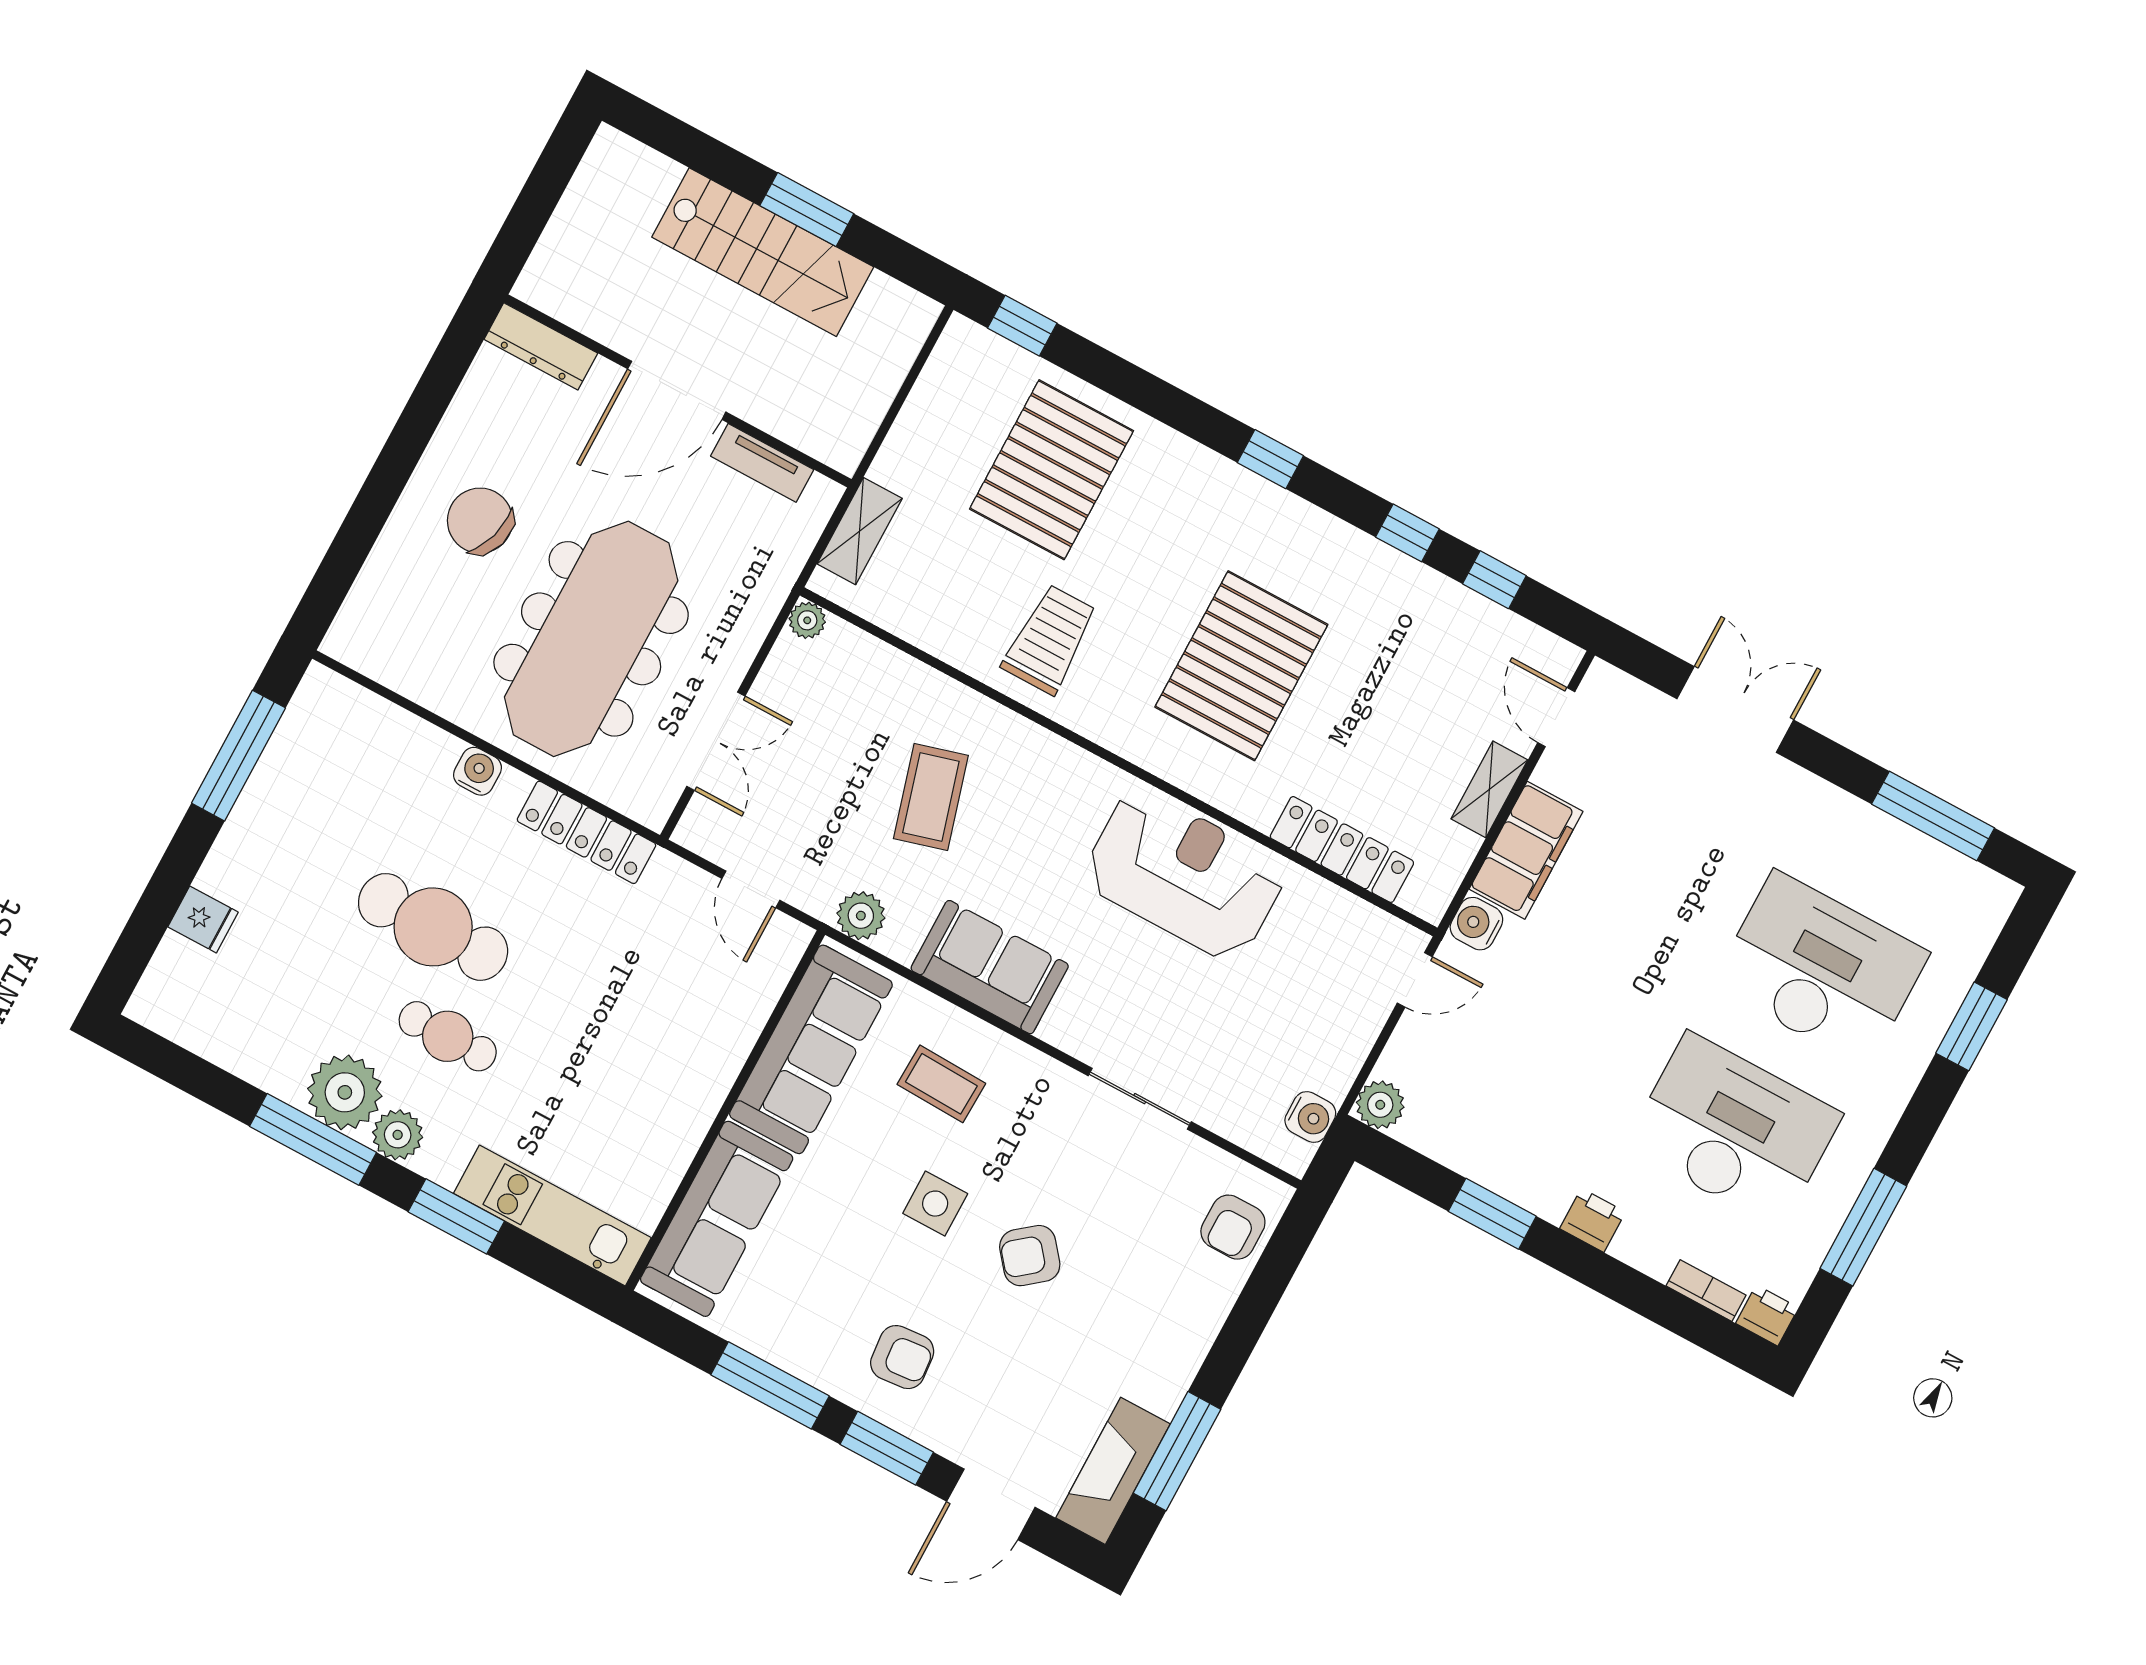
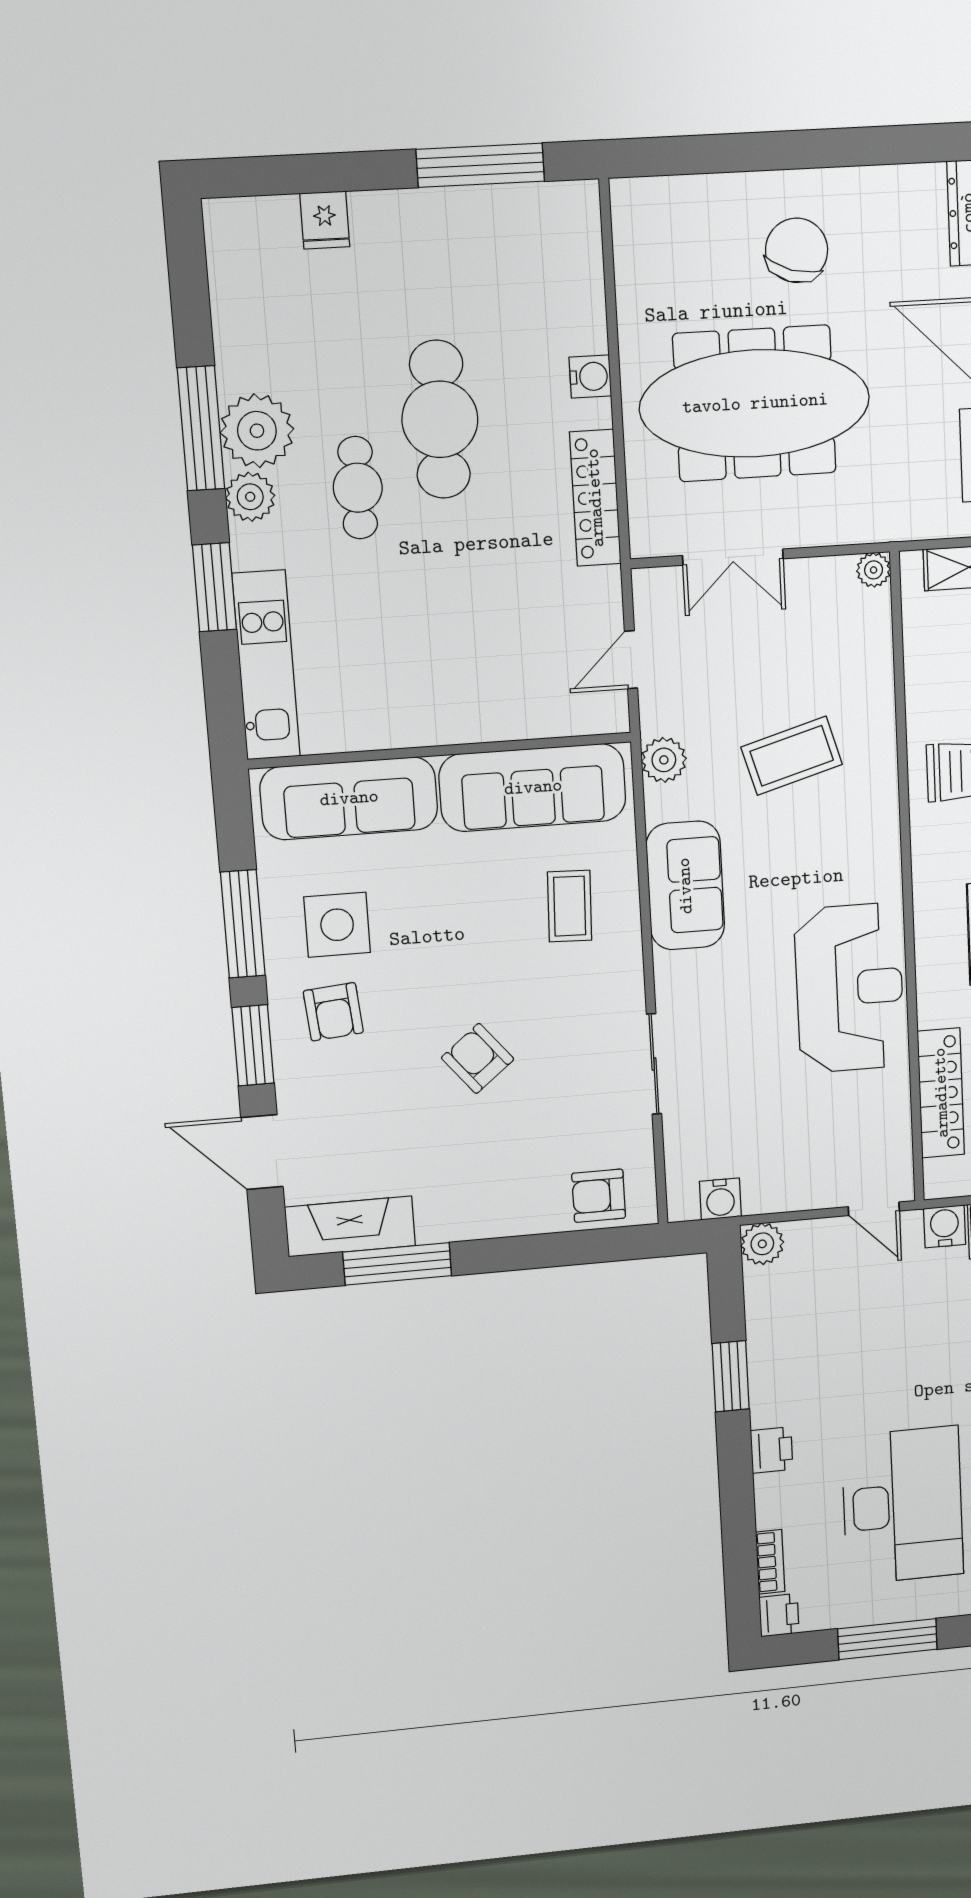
side table: (935, 1204) -> (337, 925), moved, width x1.37, depth x1.37

